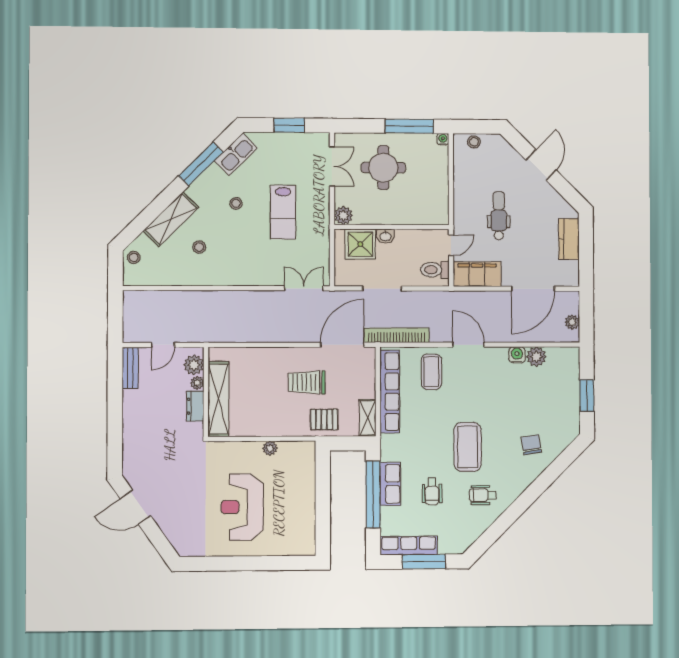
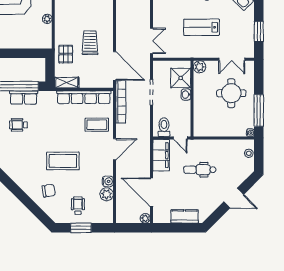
dental chair: (499, 216) -> (200, 170), turned 180
plant: (572, 322) -> (145, 218), moved
coffee table: (468, 447) -> (63, 161), moved
wheelchair: (483, 495) -> (78, 206), moved

